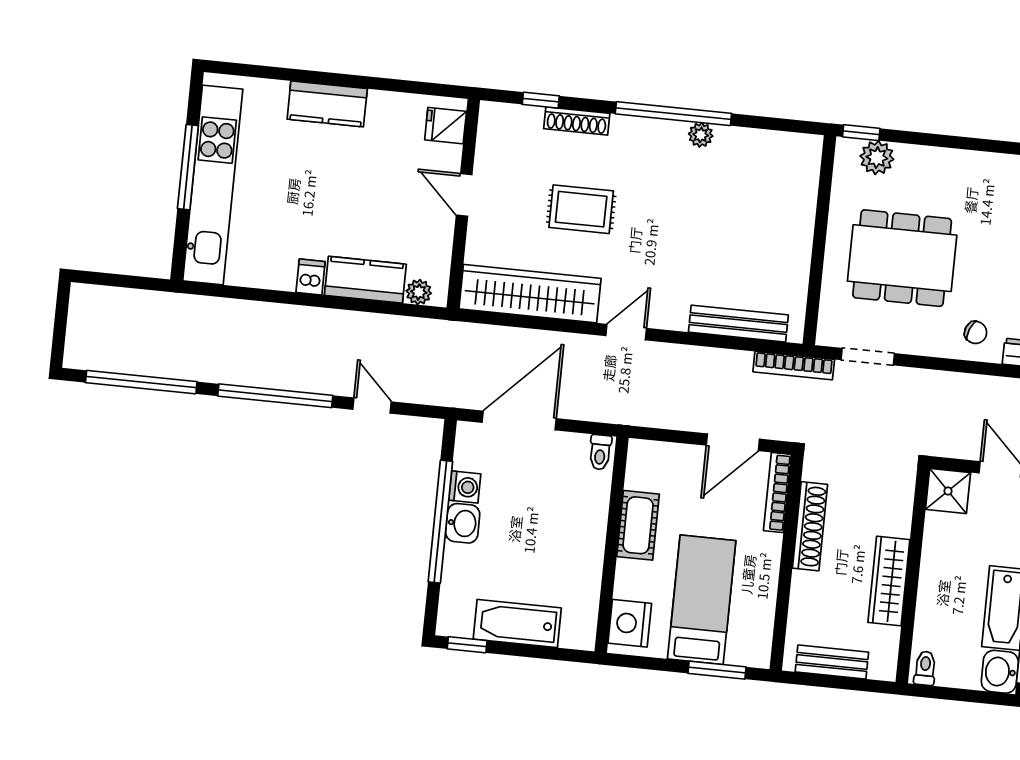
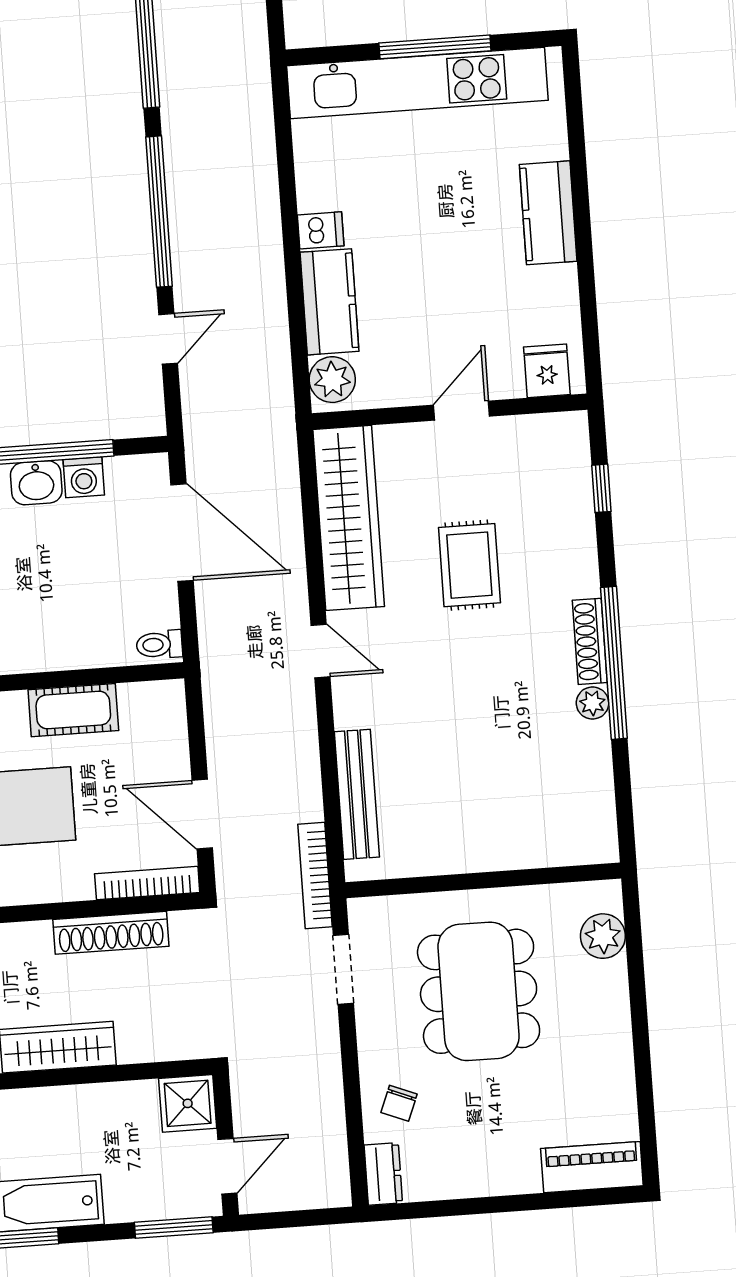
shoe rack: (577, 121) -> (590, 641), moved
window: (861, 133) -> (632, 910), removed
plant: (419, 292) -> (332, 380), width x1.38, depth x1.38

